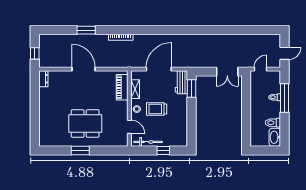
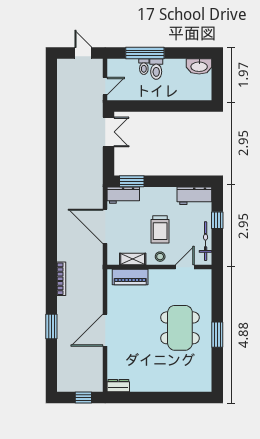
door: (260, 69) -> (105, 86), swing flipped
toilet: (273, 123) -> (156, 69), moved
workbench: (181, 134) -> (194, 196), added

